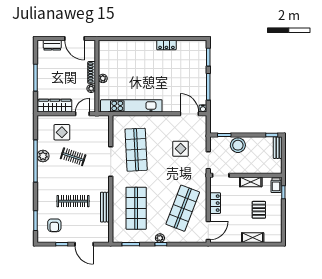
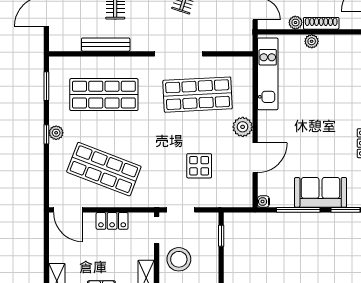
sofa: (197, 73) -> (321, 192), added
kitchen unit: (131, 106) -> (268, 74), width x0.73
door: (189, 114) -> (255, 158), moved
plant: (156, 122) -> (243, 127), added
stool: (238, 145) -> (179, 259), moved

